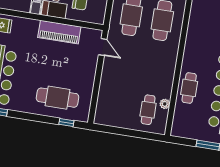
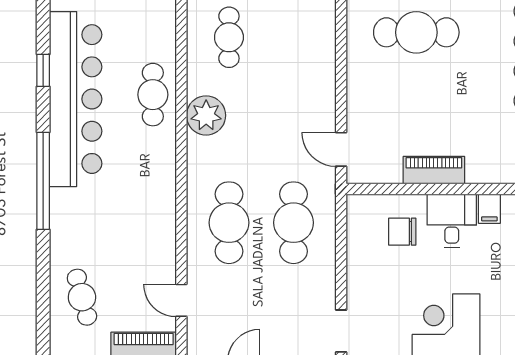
piano: (59, 32) -> (434, 170), width x0.73, depth x0.75
plant: (165, 104) -> (206, 115), moved, width x1.88, depth x1.88

